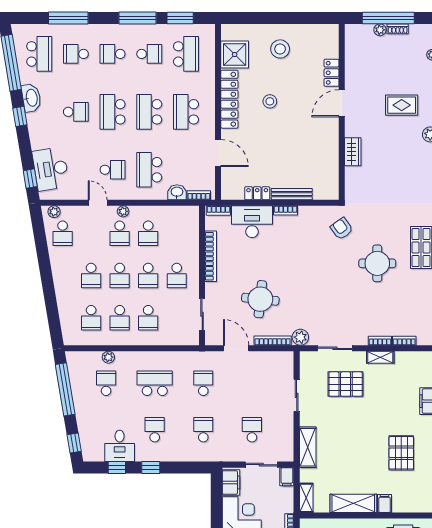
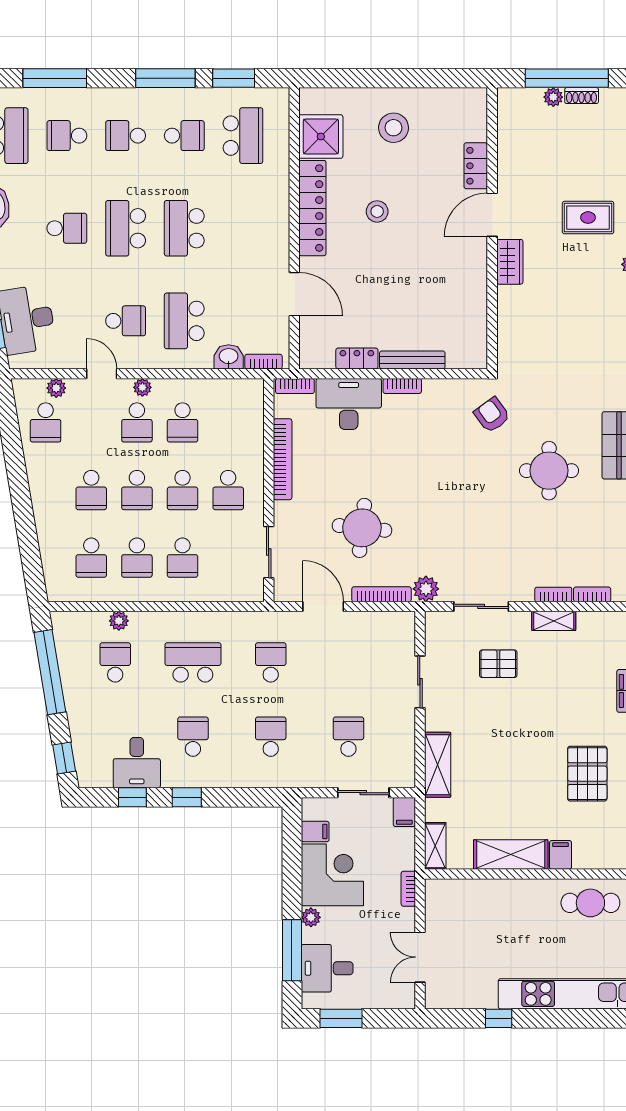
school desk: (186, 112) -> (243, 228), removed
wardrobe: (353, 152) -> (510, 262), moved
plant: (54, 212) -> (56, 388), moved
pallet: (346, 384) -> (498, 664), width x0.67, depth x0.71
filing cabinet: (231, 482) -> (315, 832), width x0.50

